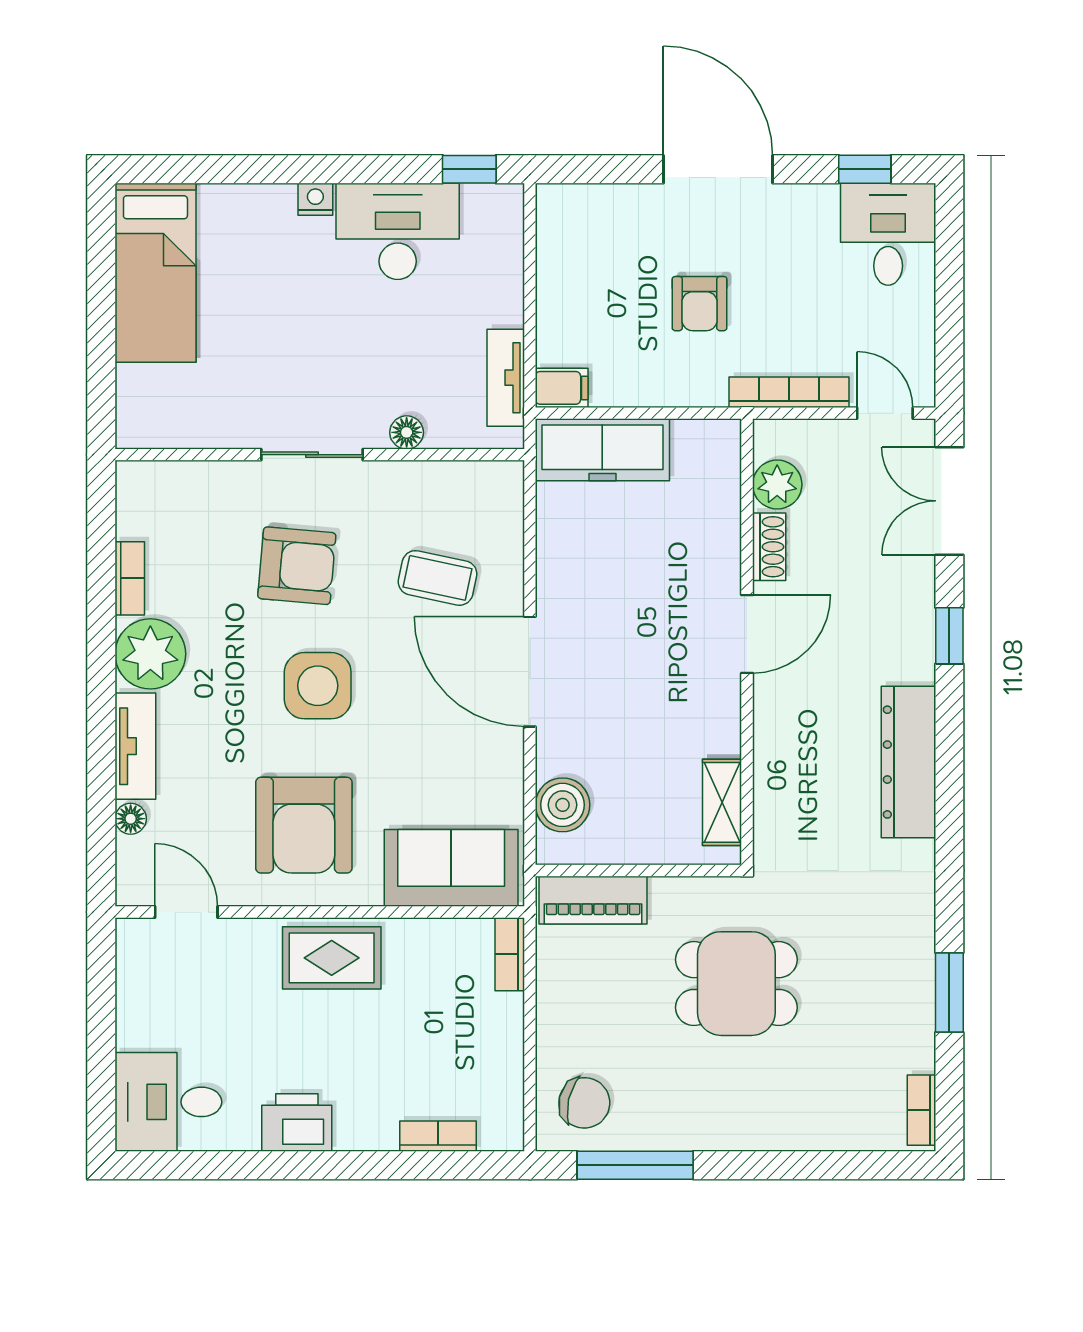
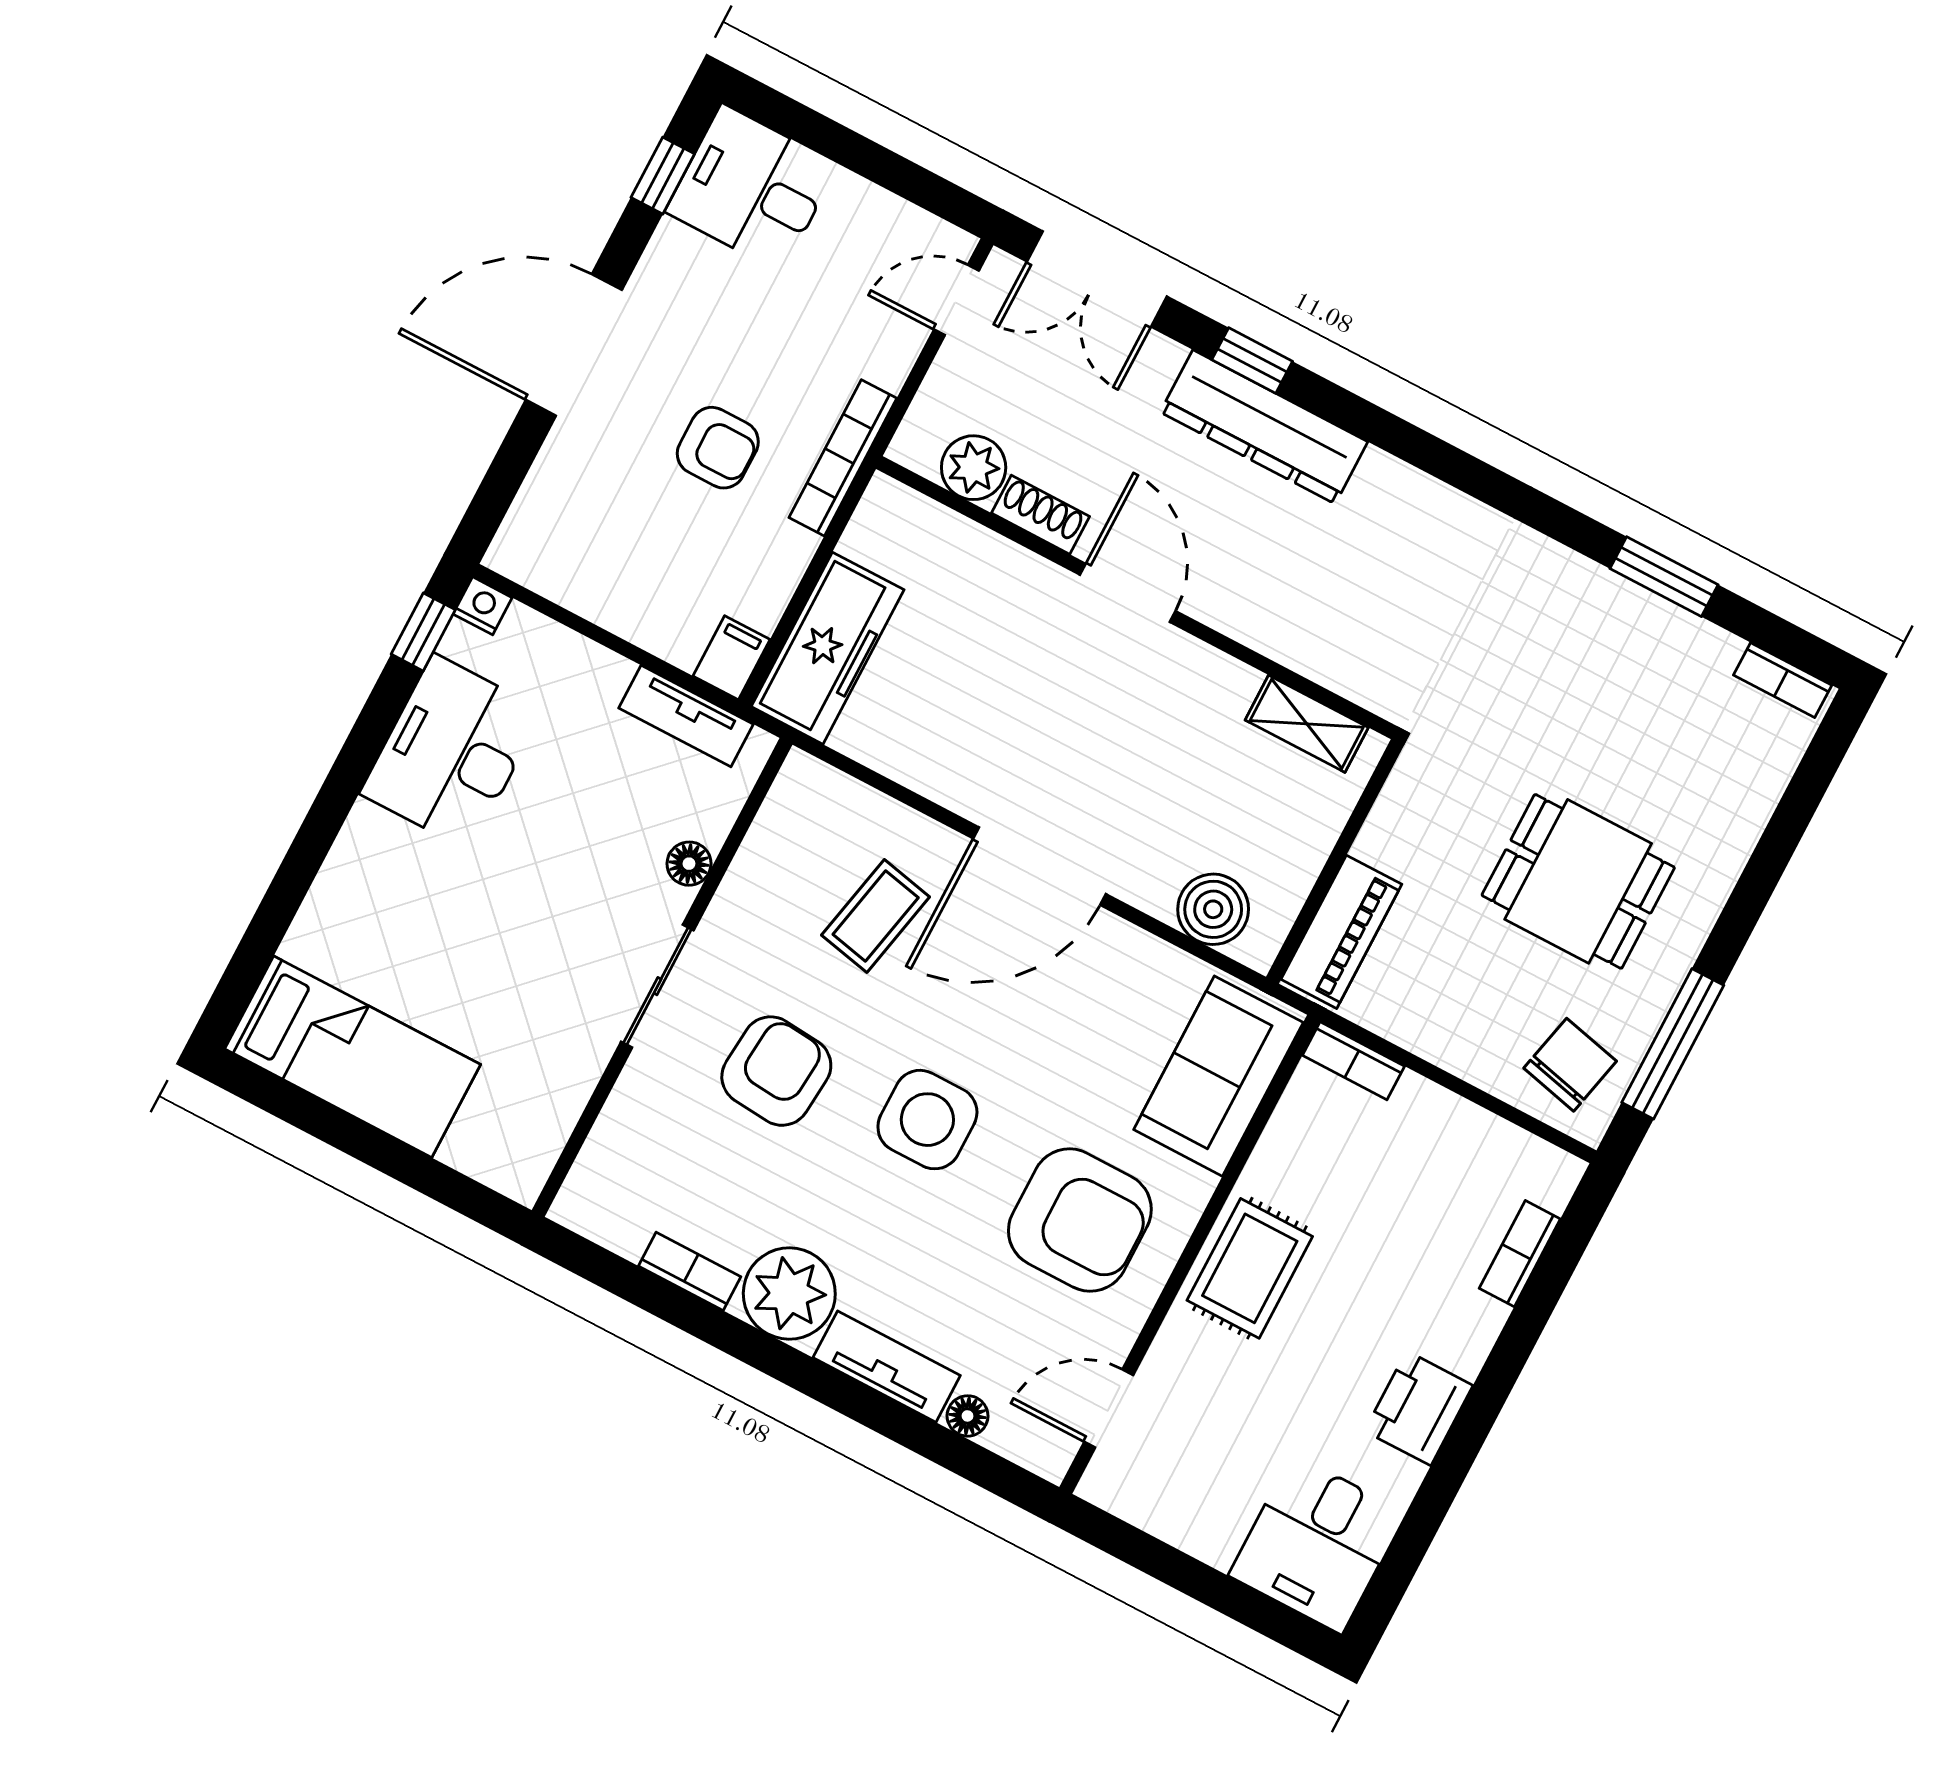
nightstand: (315, 199) -> (483, 606), moved, turned 90
bookcase: (789, 392) -> (843, 458), moved
dresser: (908, 762) -> (1264, 427), moved
dining table: (736, 984) -> (1578, 881), moved, turned 90

